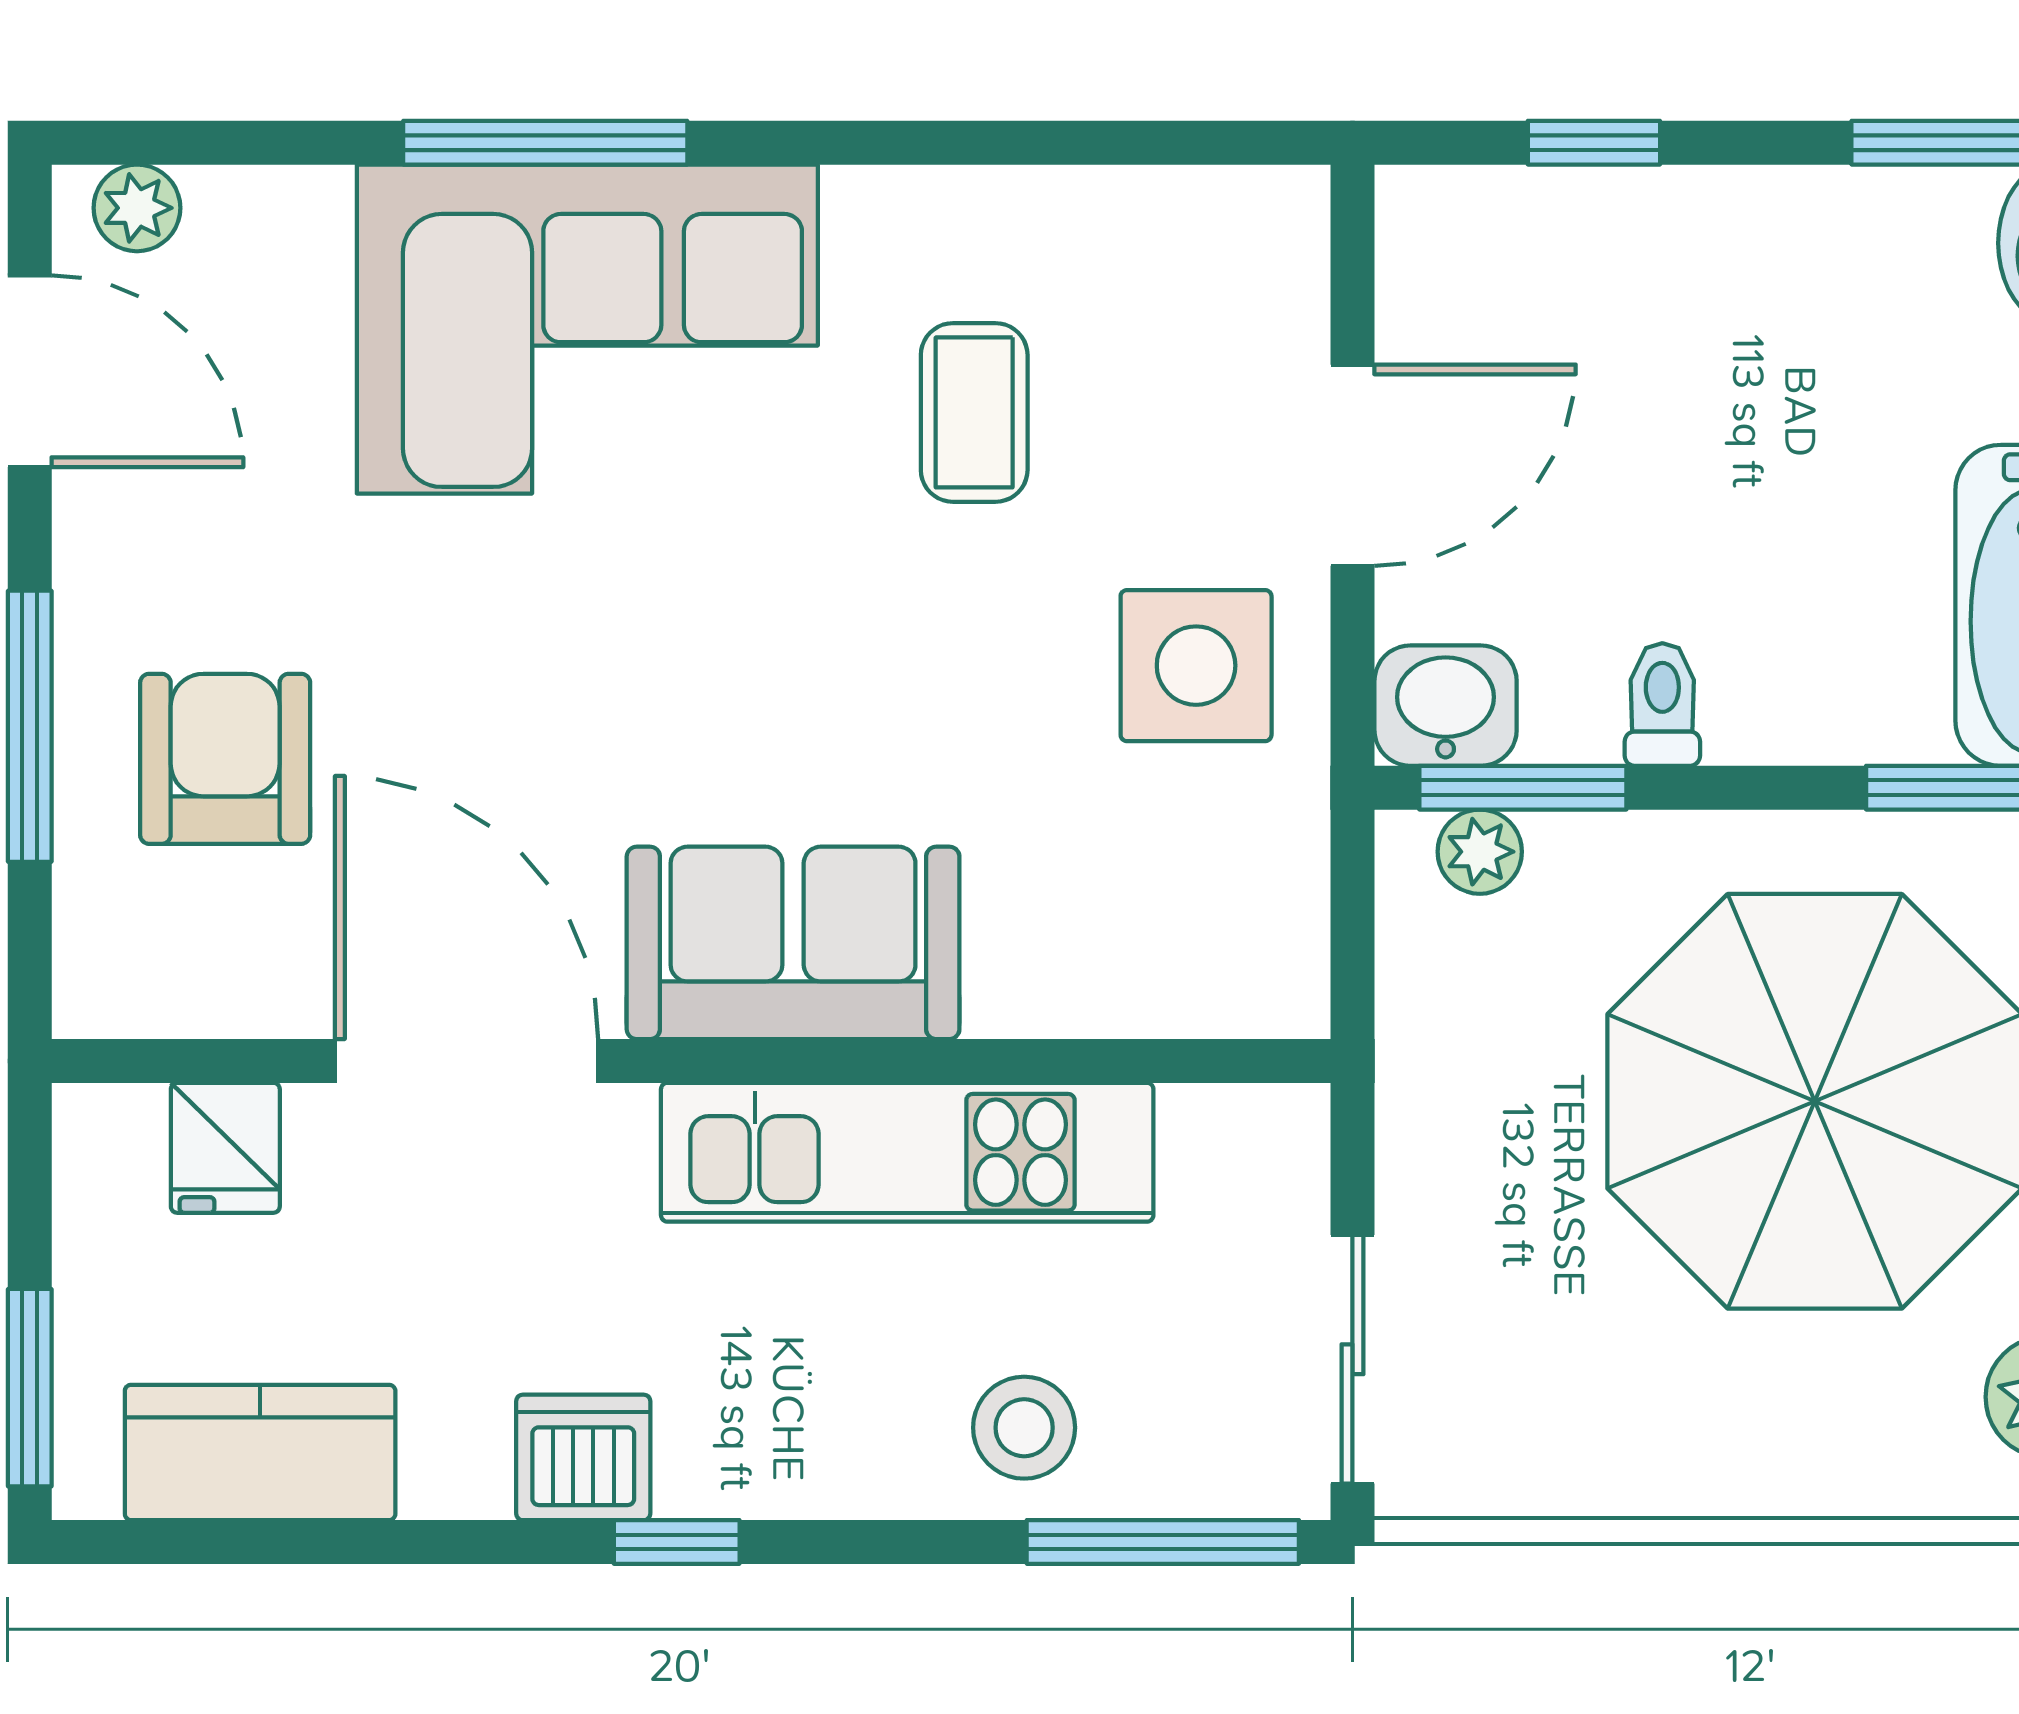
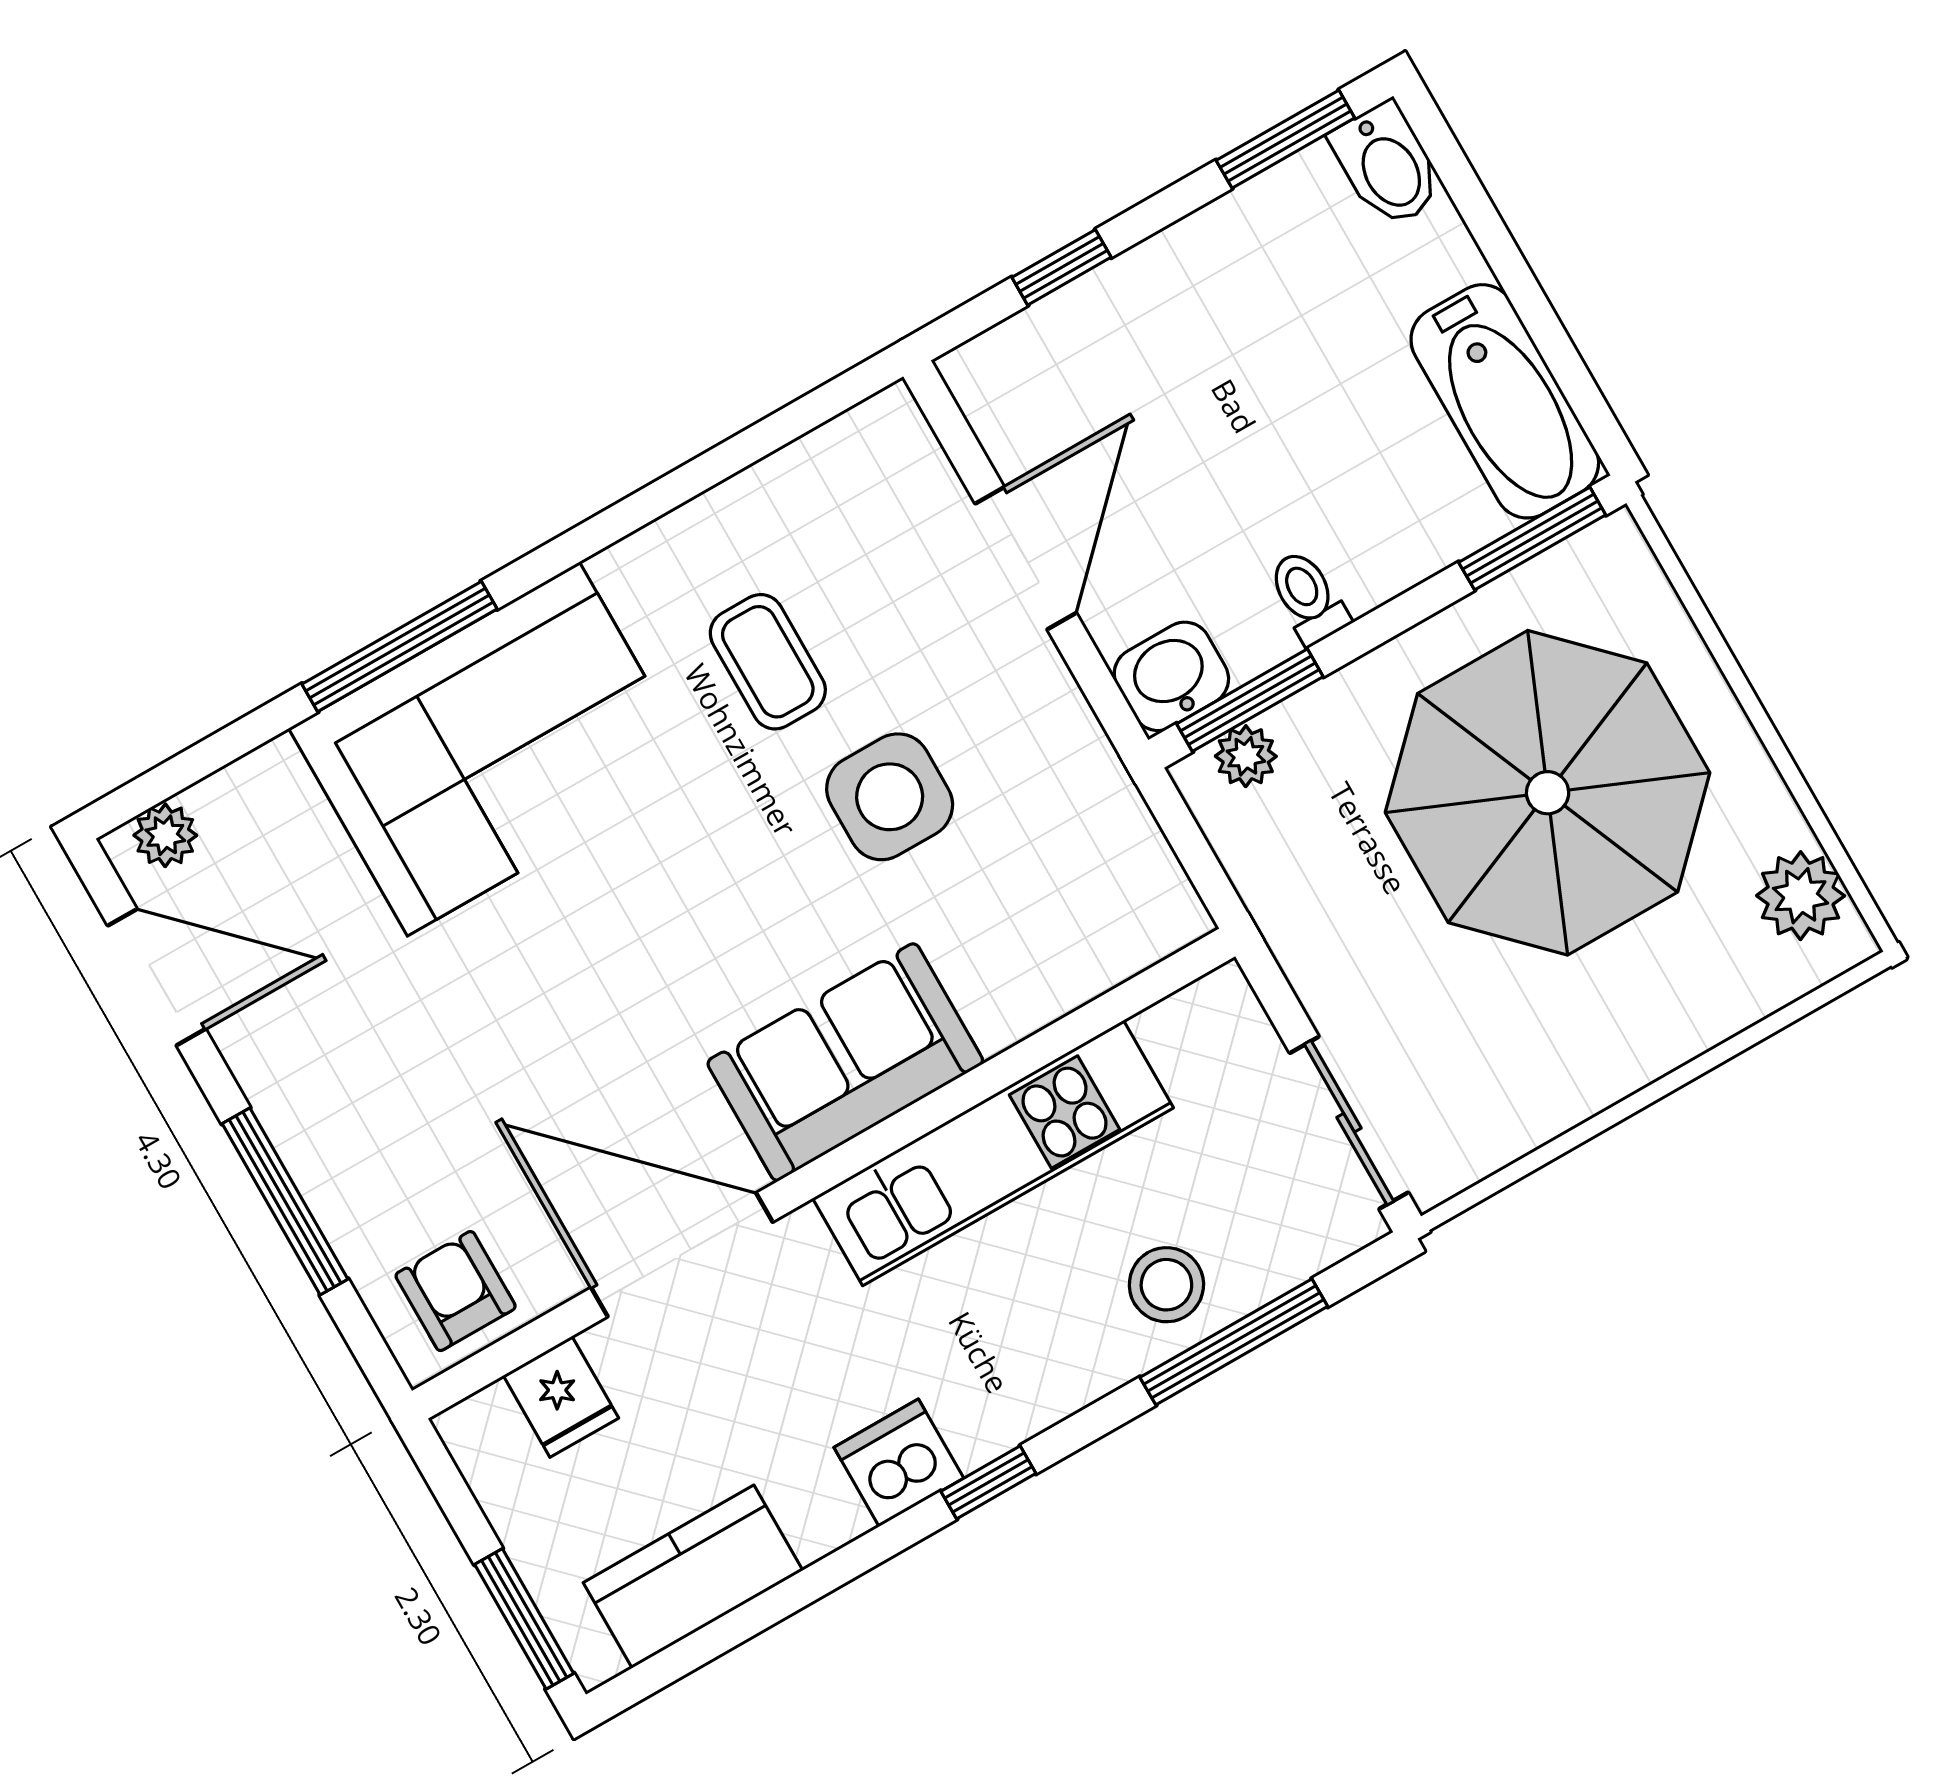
side table: (1196, 666) -> (890, 797), moved
armchair: (225, 759) -> (456, 1291), moved, width x0.72, depth x0.72
window: (1163, 1542) -> (1234, 1342), moved

